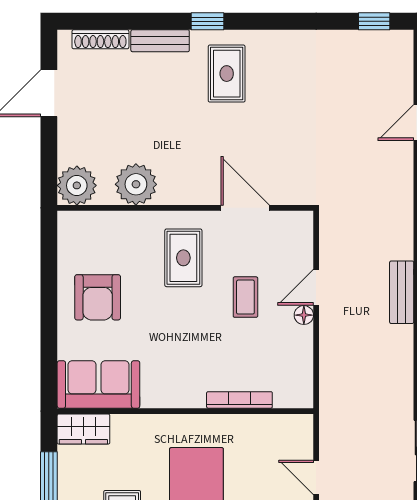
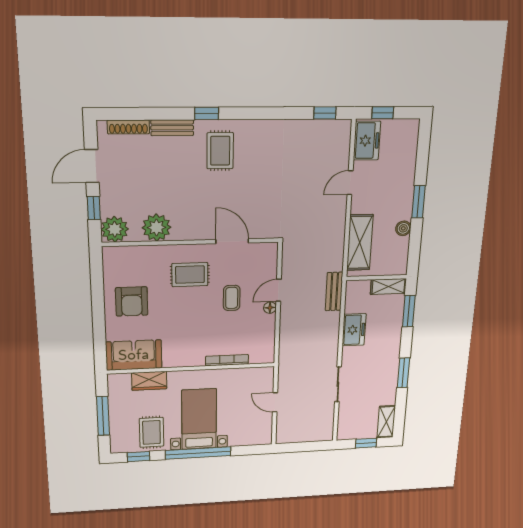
window: (49, 154) -> (94, 208), added
rug: (183, 258) -> (190, 275), turned 90
wardrobe: (83, 429) -> (149, 381), moved

